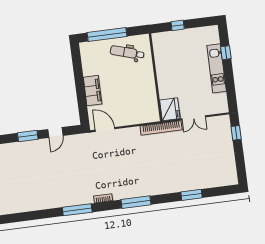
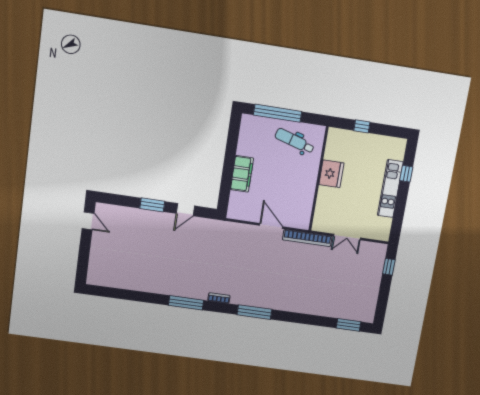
fridge: (170, 109) -> (331, 174), moved
door: (105, 129) -> (271, 226), moved
window: (192, 195) -> (348, 325), moved

